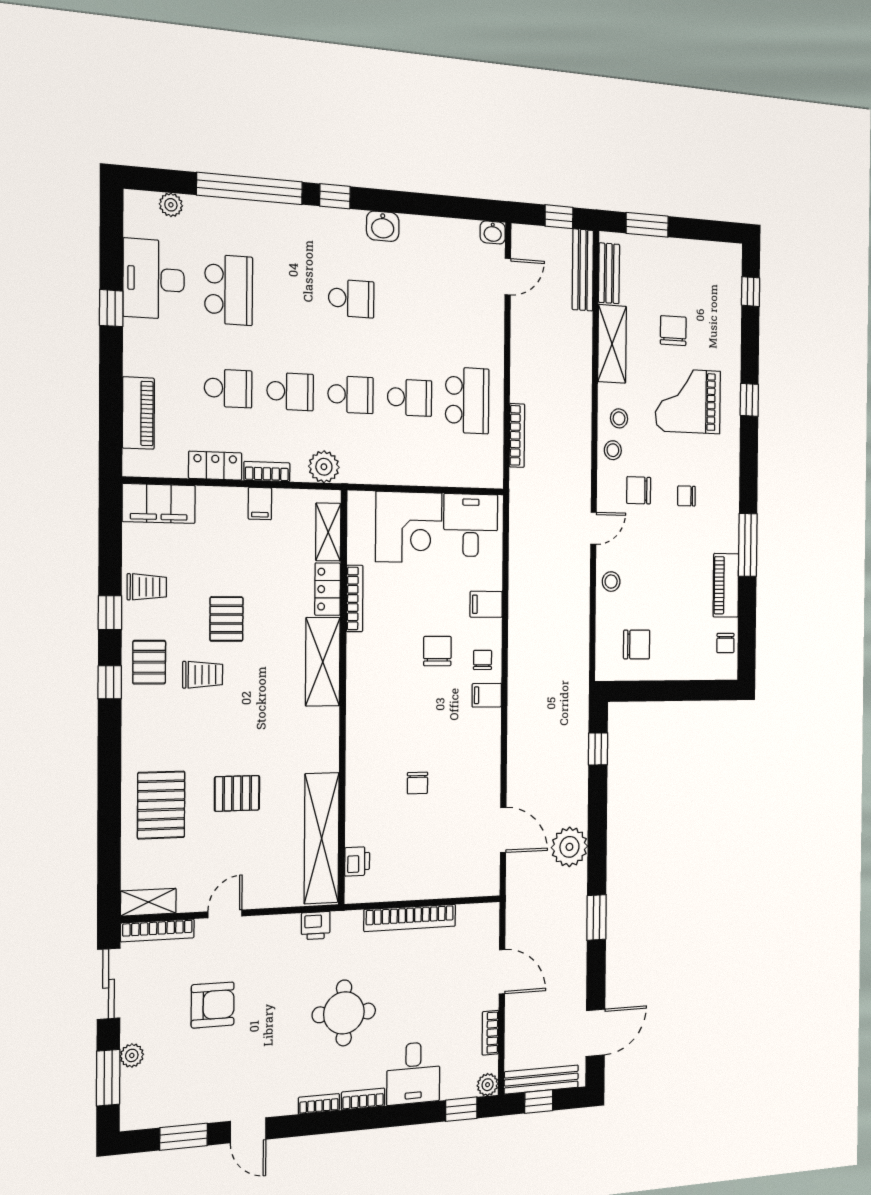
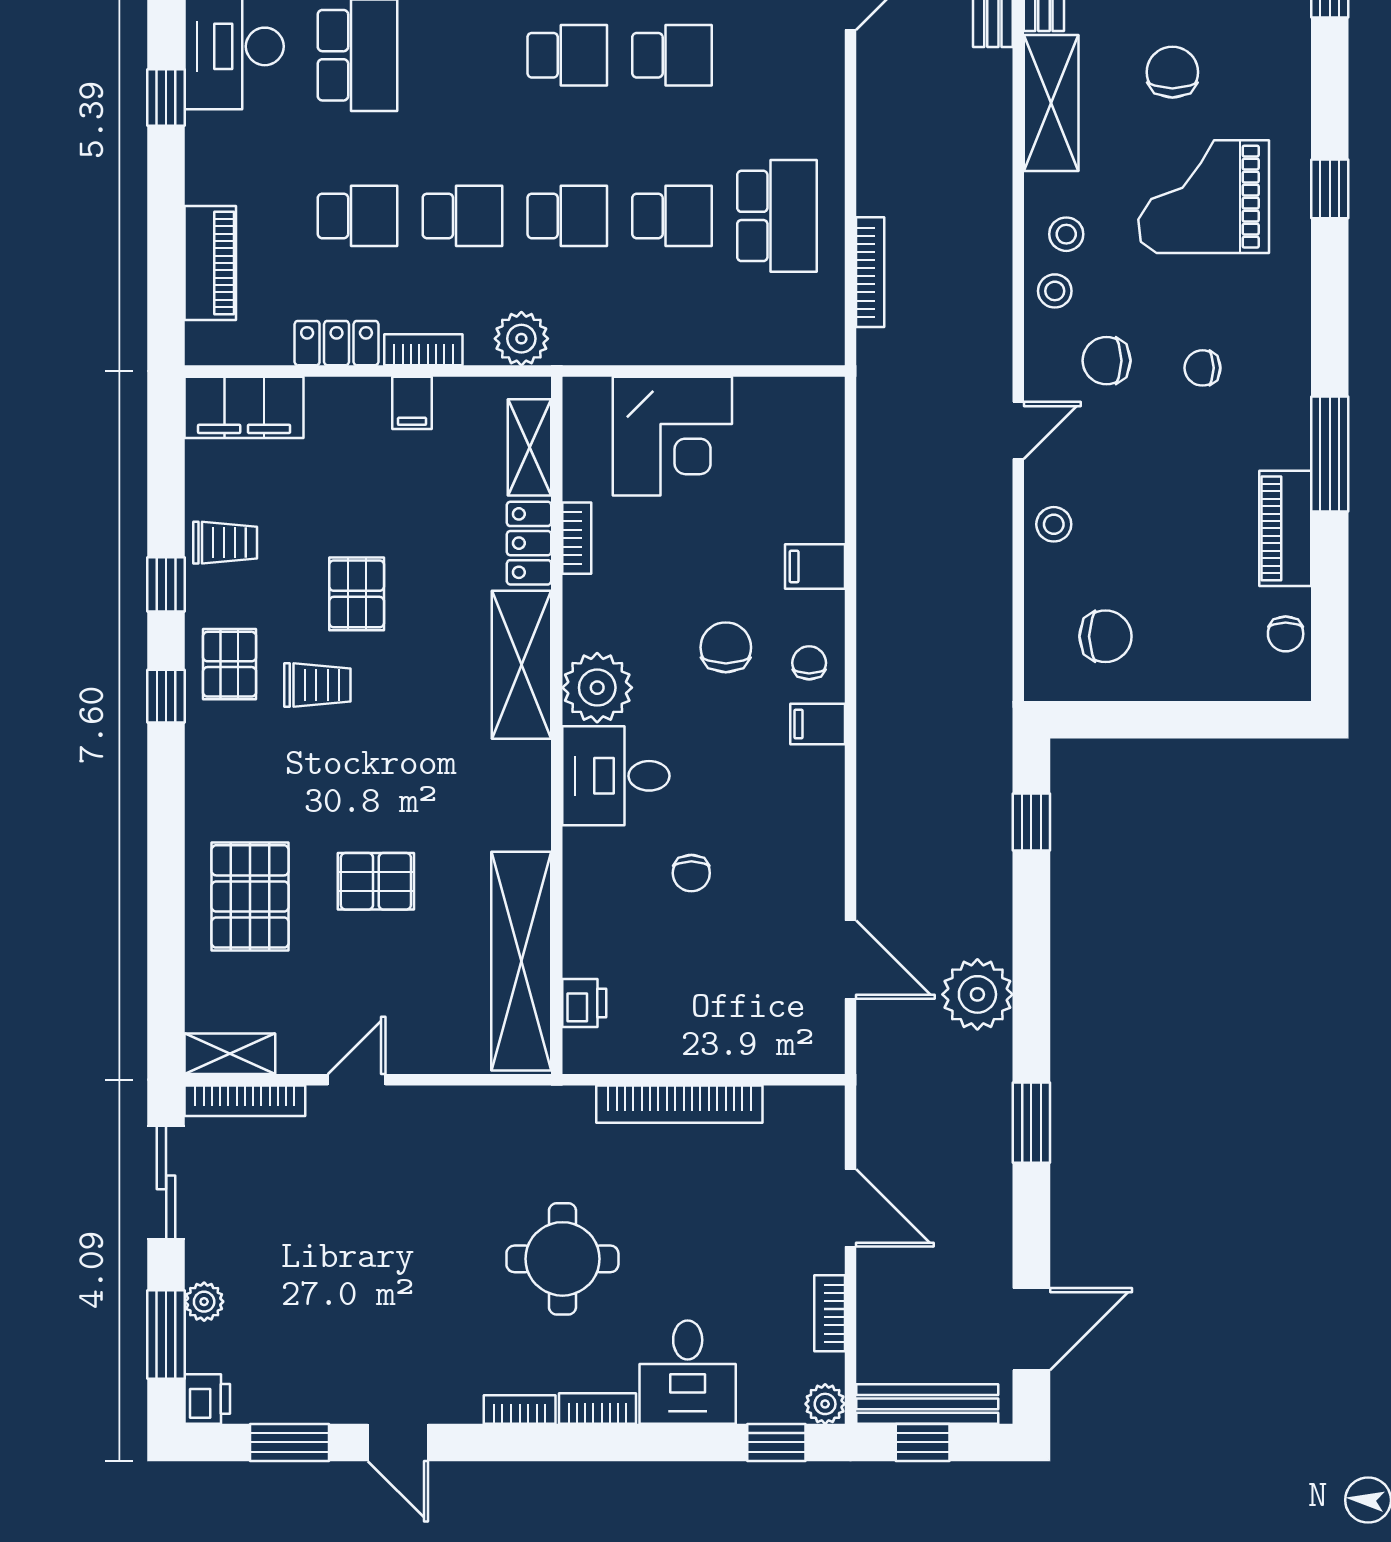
school desk: (410, 303) -> (672, 55), added
desk: (471, 525) -> (616, 776), moved, turned -90
bookcase: (355, 598) -> (577, 538), width x0.64
plant: (366, 675) -> (597, 688), added
printer: (316, 926) -> (207, 1399), moved, turned -90
armchair: (213, 1005) -> (337, 1229), removed

